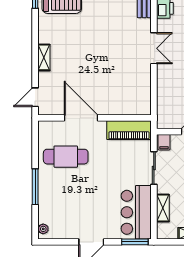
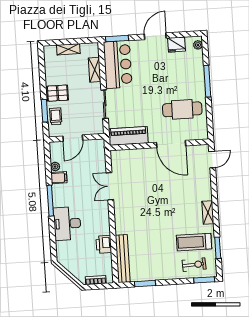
double door: (154, 48) -> (110, 186), moved
shelving: (44, 57) -> (208, 213), moved
filing cabinet: (164, 142) -> (97, 127), removed
fridge: (68, 231) -> (176, 45), added

